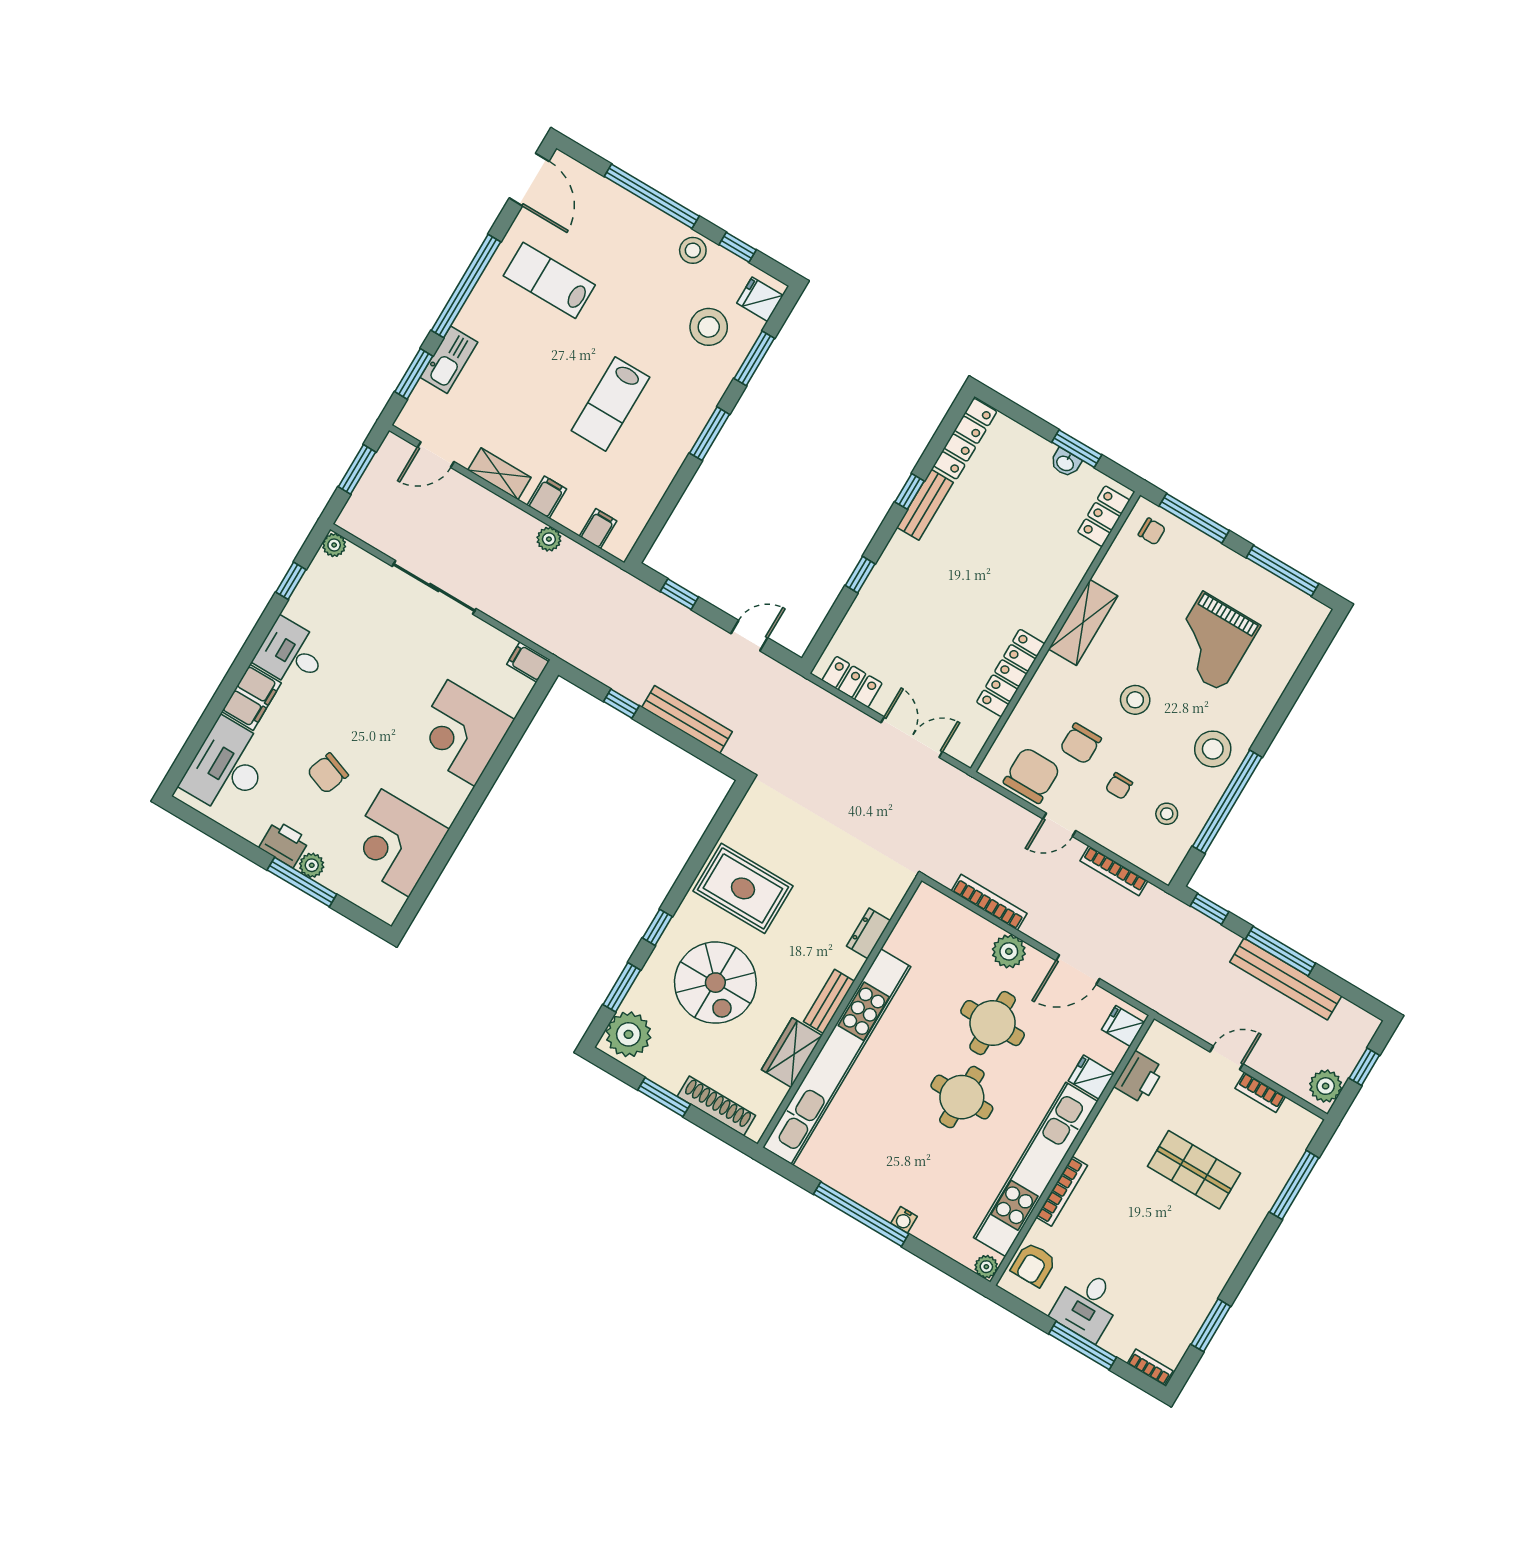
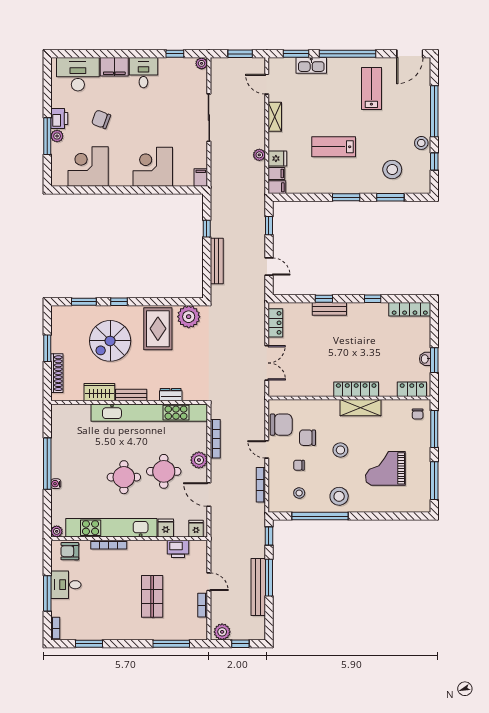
fridge: (760, 299) -> (277, 158), moved, turned 90
filing cabinet: (547, 497) -> (277, 187), moved
bench: (925, 505) -> (329, 309), moved
locker: (1011, 673) -> (356, 389), moved
plant: (628, 1034) -> (189, 317), moved
kitchen unit: (837, 1057) -> (149, 413), moved

